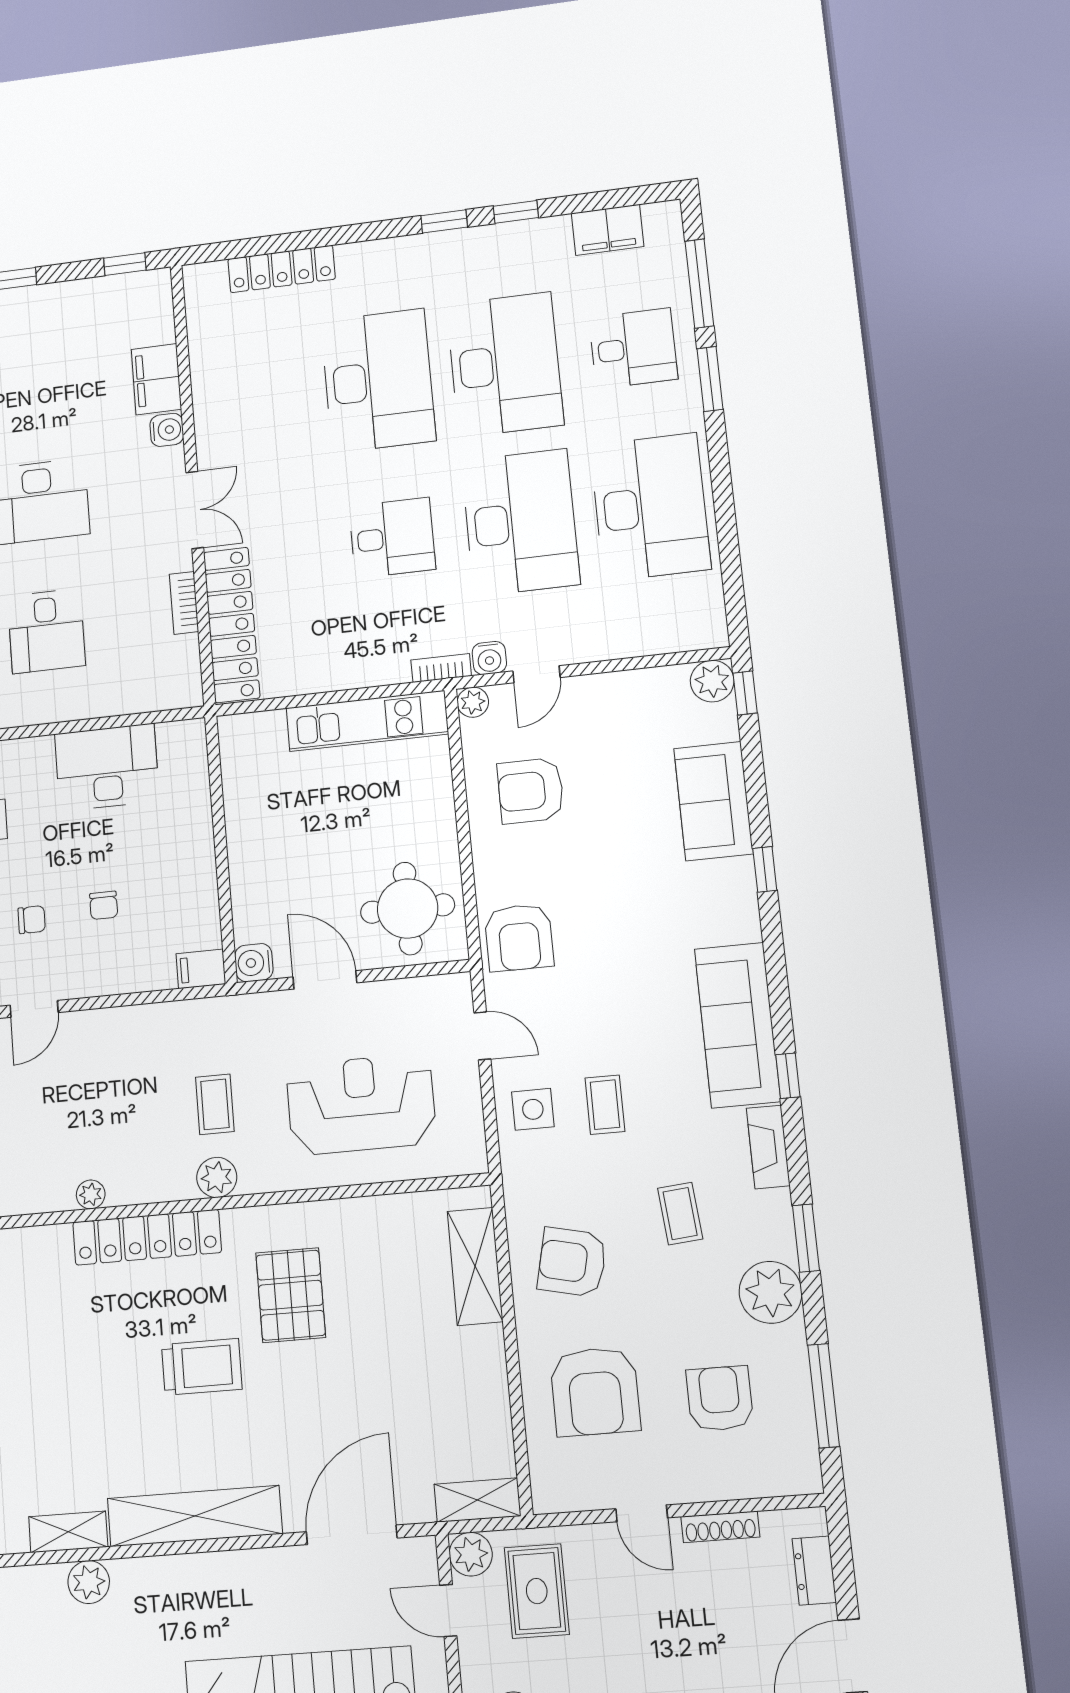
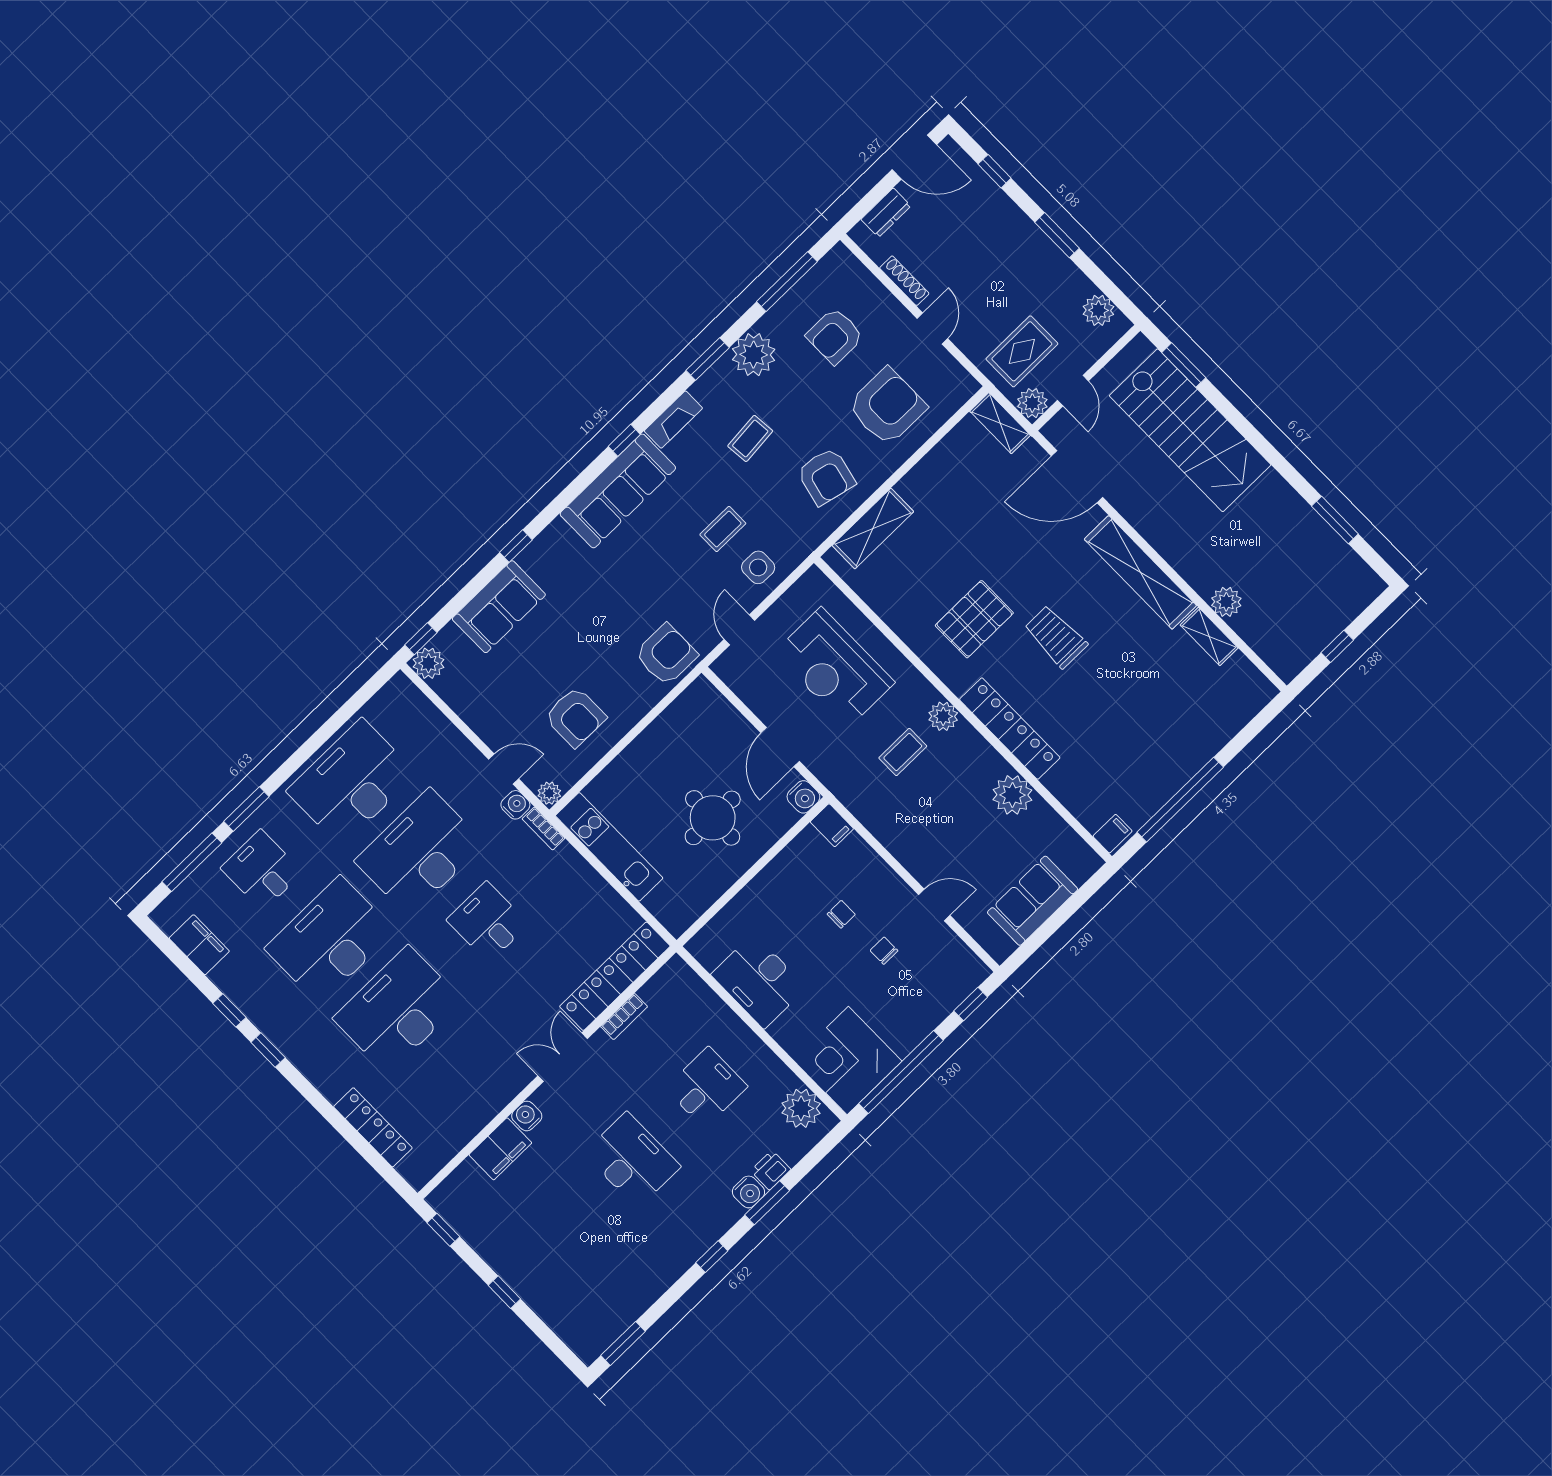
round table: (408, 909) -> (713, 818), moved
plant: (91, 1194) -> (1012, 795), width x1.88, depth x1.88

